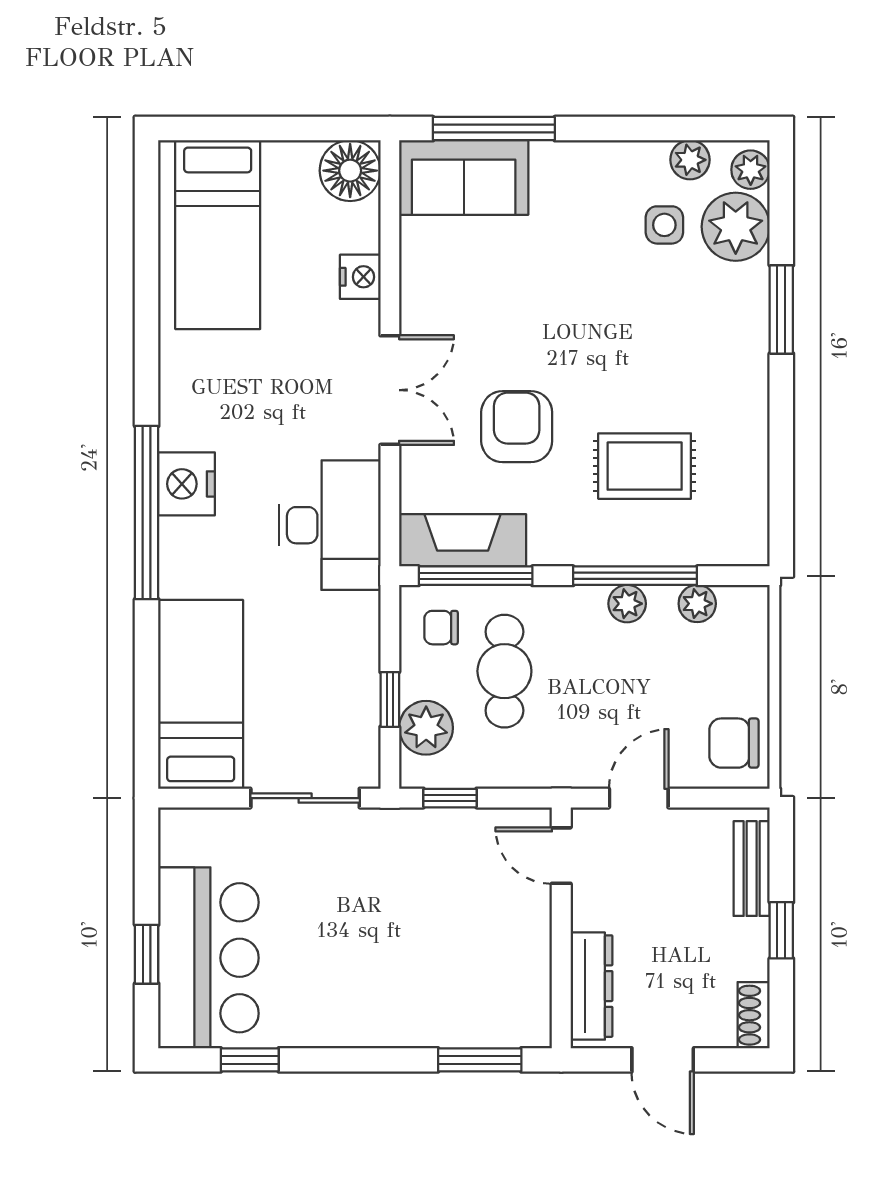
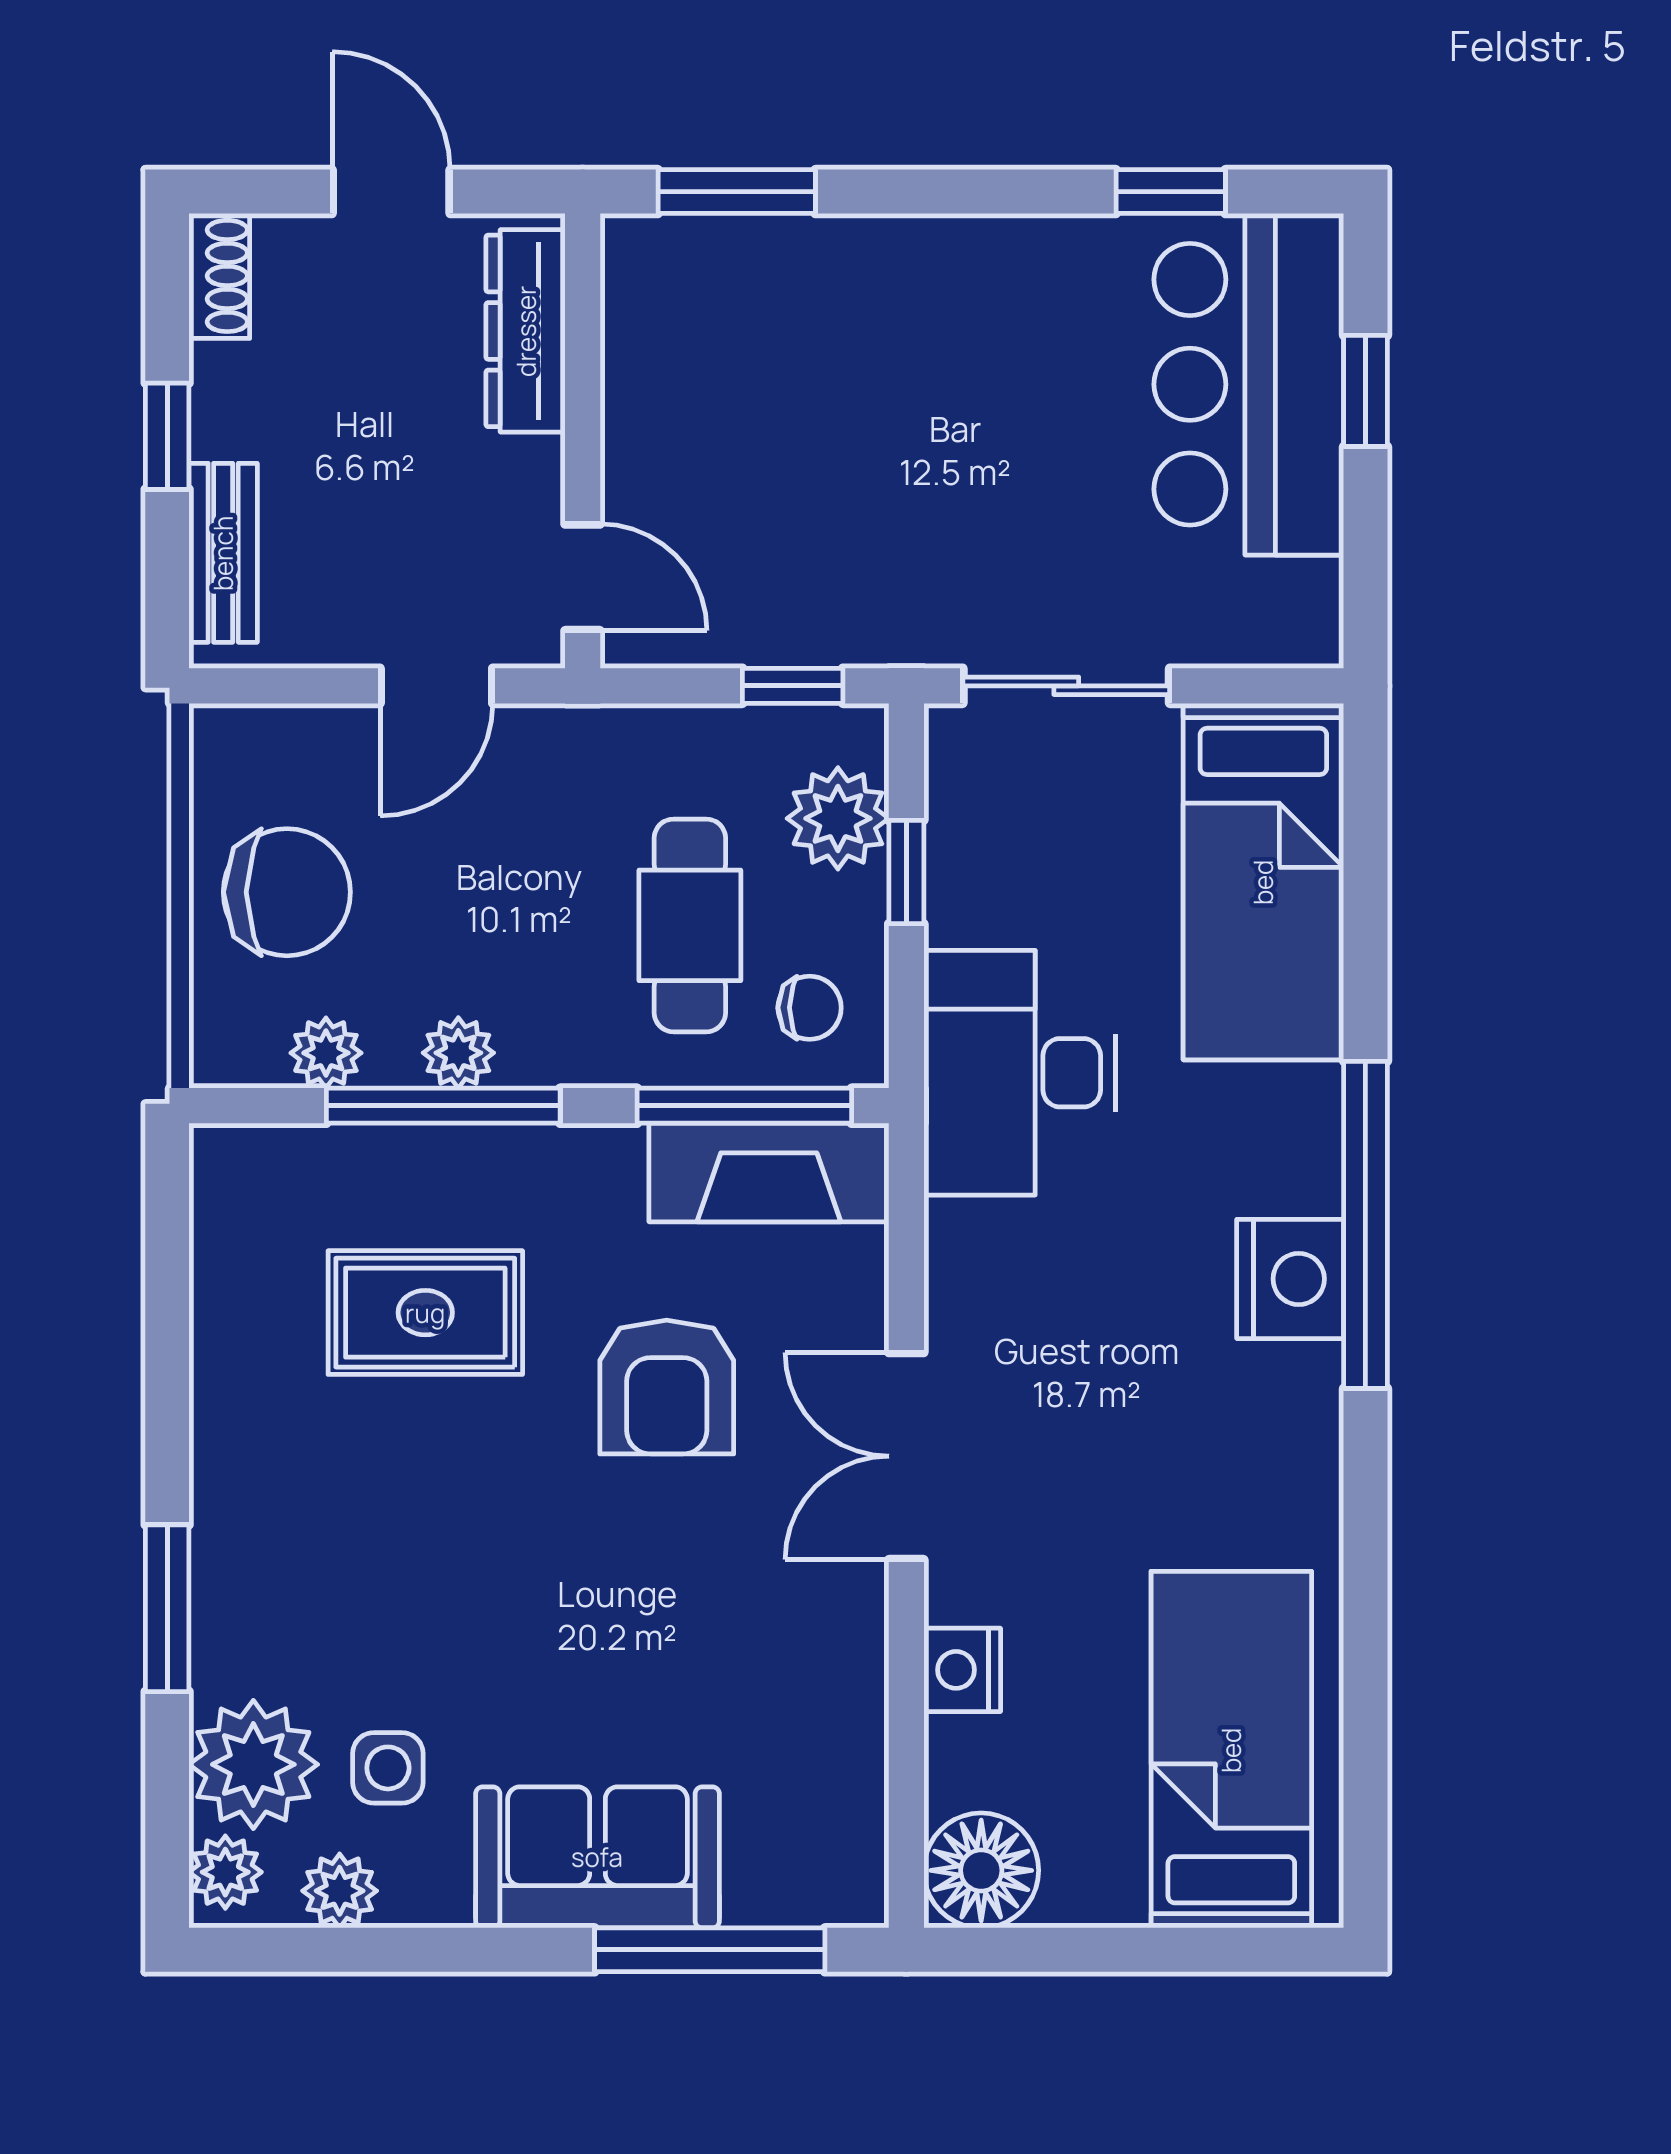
sofa: (464, 177) -> (597, 1857), moved
desk: (330, 525) -> (1020, 1073), moved
chair: (734, 743) -> (287, 892), moved, width x1.37, depth x1.37

